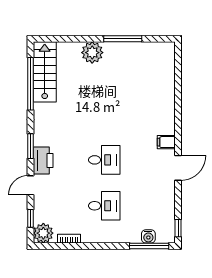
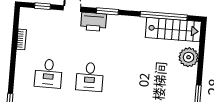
plant: (92, 53) -> (189, 57), moved
plant: (43, 233) -> (28, 17), removed

